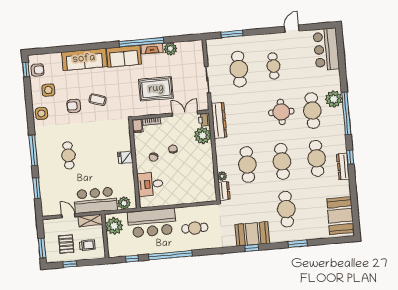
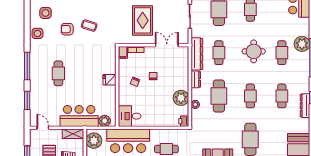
rug: (156, 89) -> (143, 20), turned 90
cafe table: (312, 111) -> (282, 53), width x0.73, depth x0.74
cafe table: (243, 117) -> (219, 53), added
printer: (204, 120) -> (184, 121), moved
plant: (203, 135) -> (181, 98), moved
cafe table: (317, 158) -> (282, 96), width x0.73, depth x0.74
cafe table: (282, 161) -> (250, 96), width x0.73, depth x0.74
desk: (150, 184) -> (130, 116), moved
dresser: (224, 191) -> (196, 79), moved
door: (68, 216) -> (43, 128), moved

